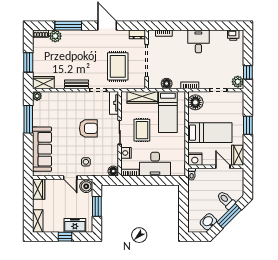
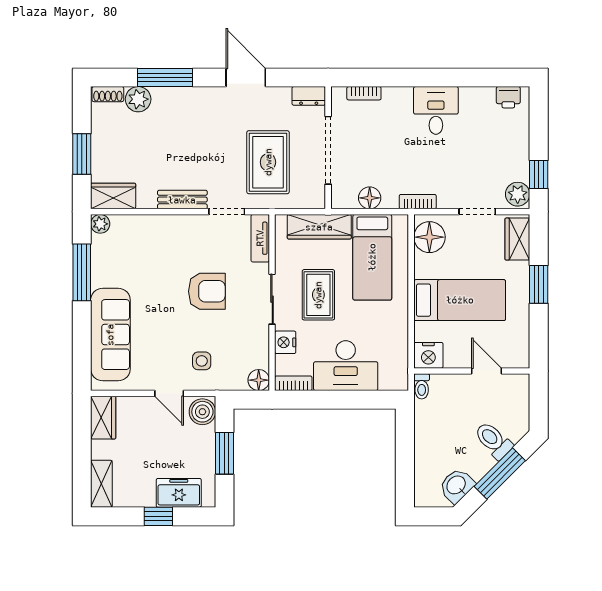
wardrobe: (238, 155) -> (517, 239), moved

